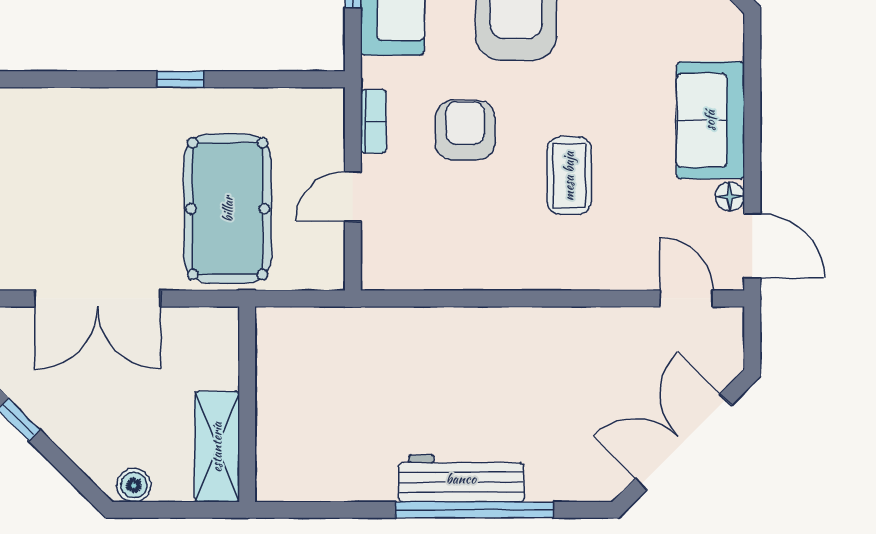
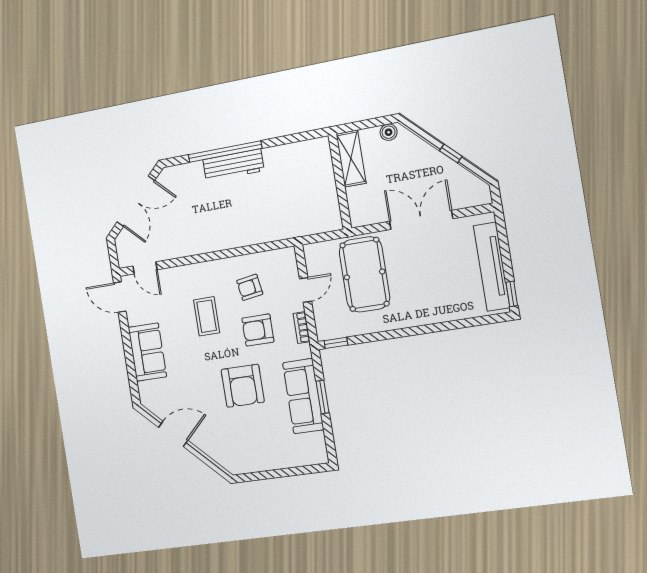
window: (181, 79) -> (336, 343), moved
armchair: (465, 130) -> (258, 330), turned 90
floor lamp: (730, 197) -> (133, 318), removed
armchair: (468, 221) -> (250, 287), added

